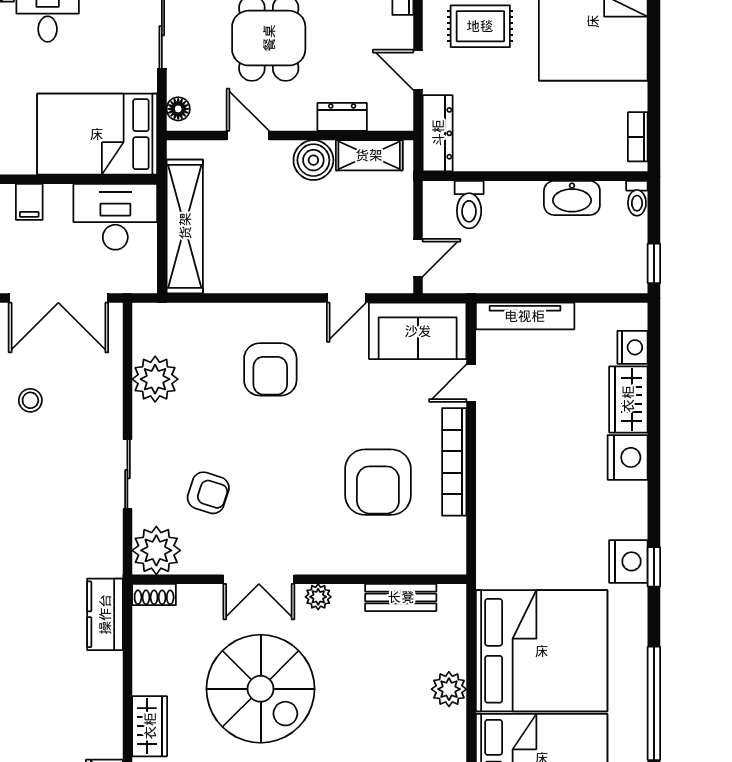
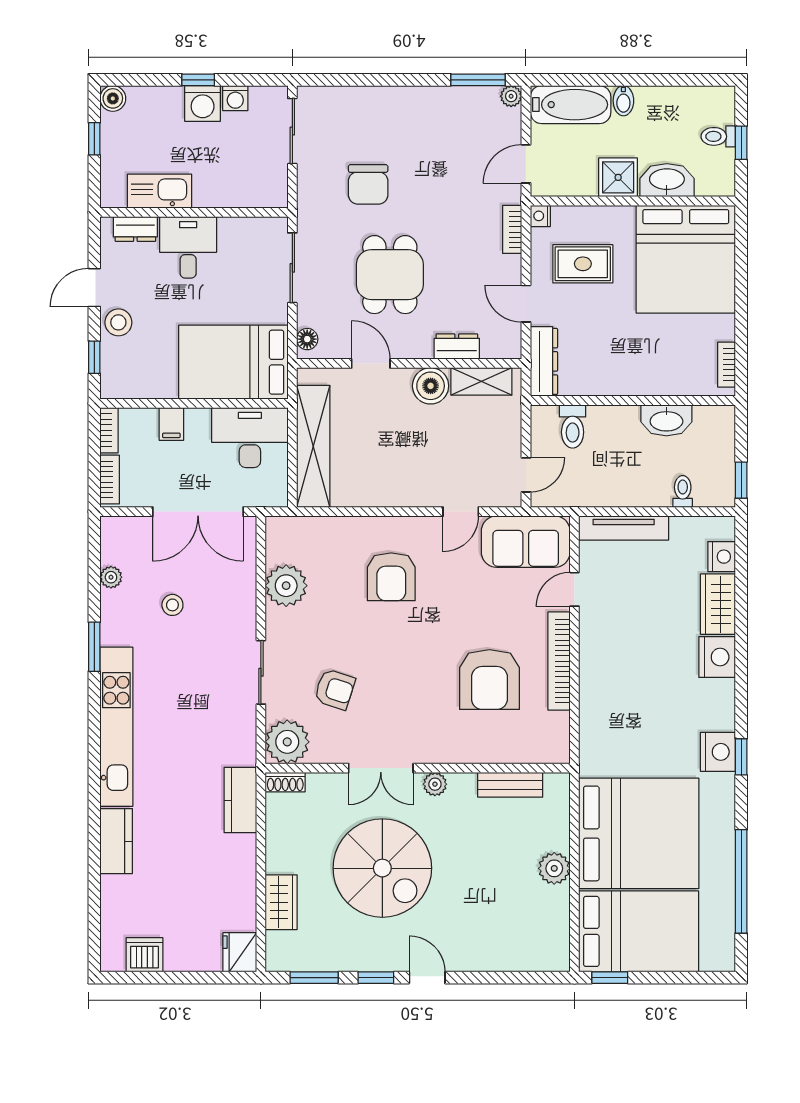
toilet: (637, 198) -> (683, 491), moved, turned 180

